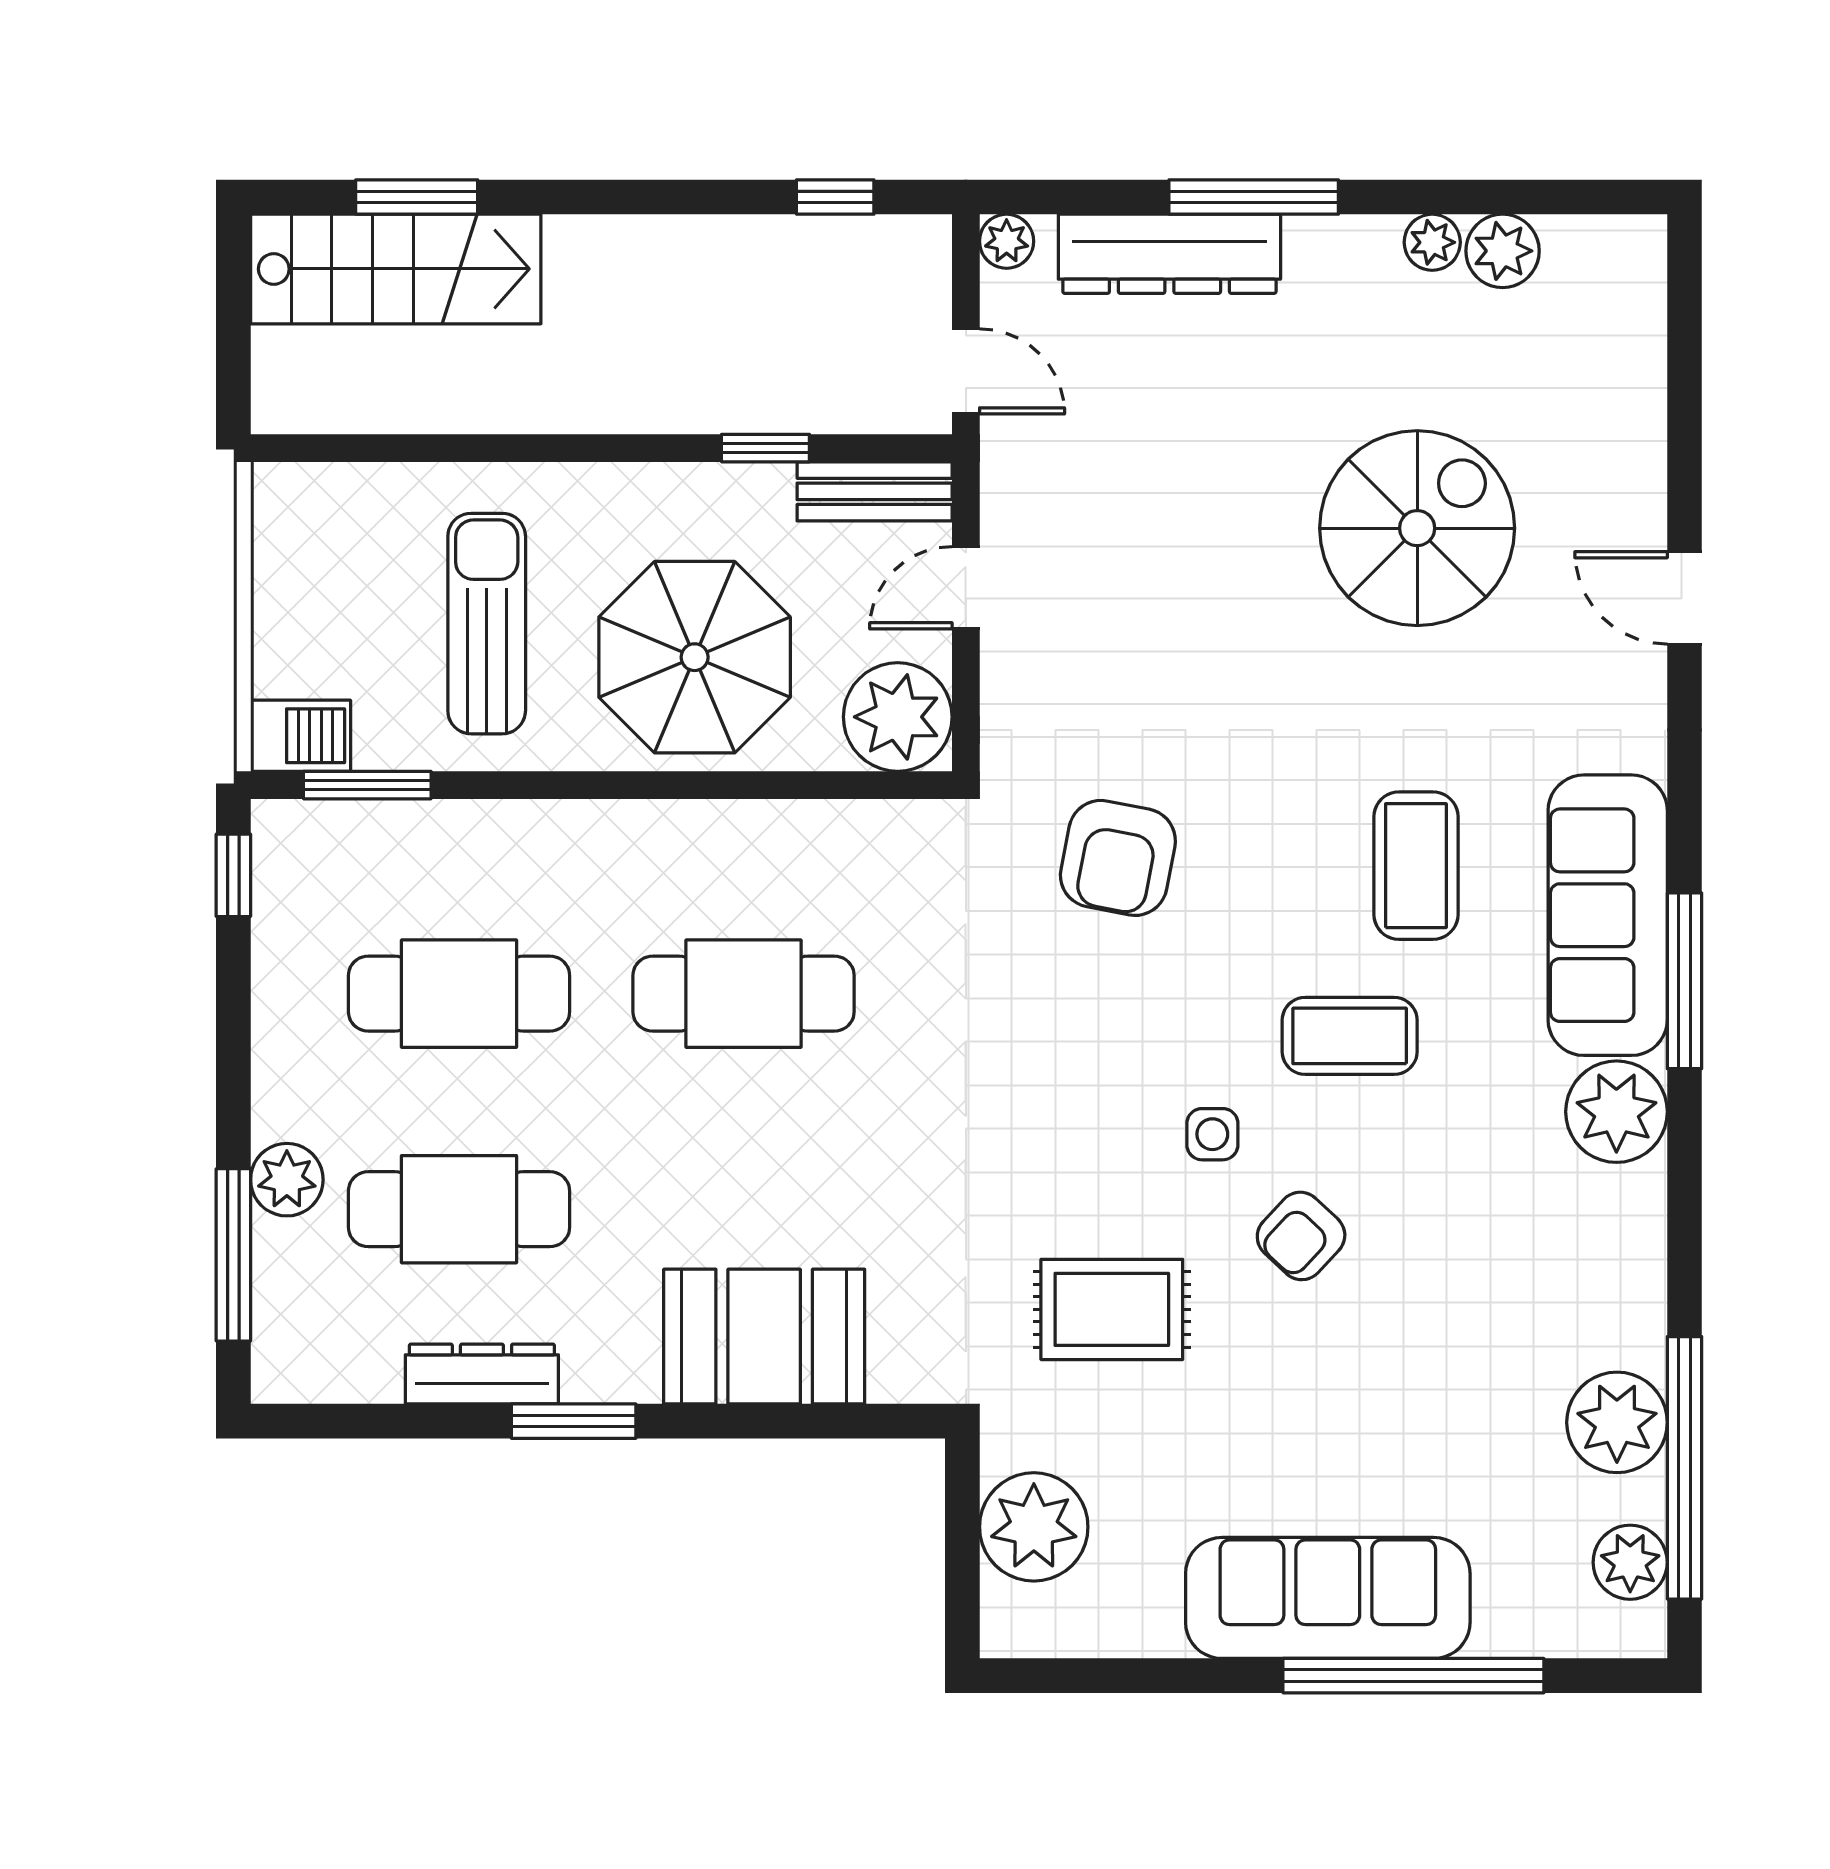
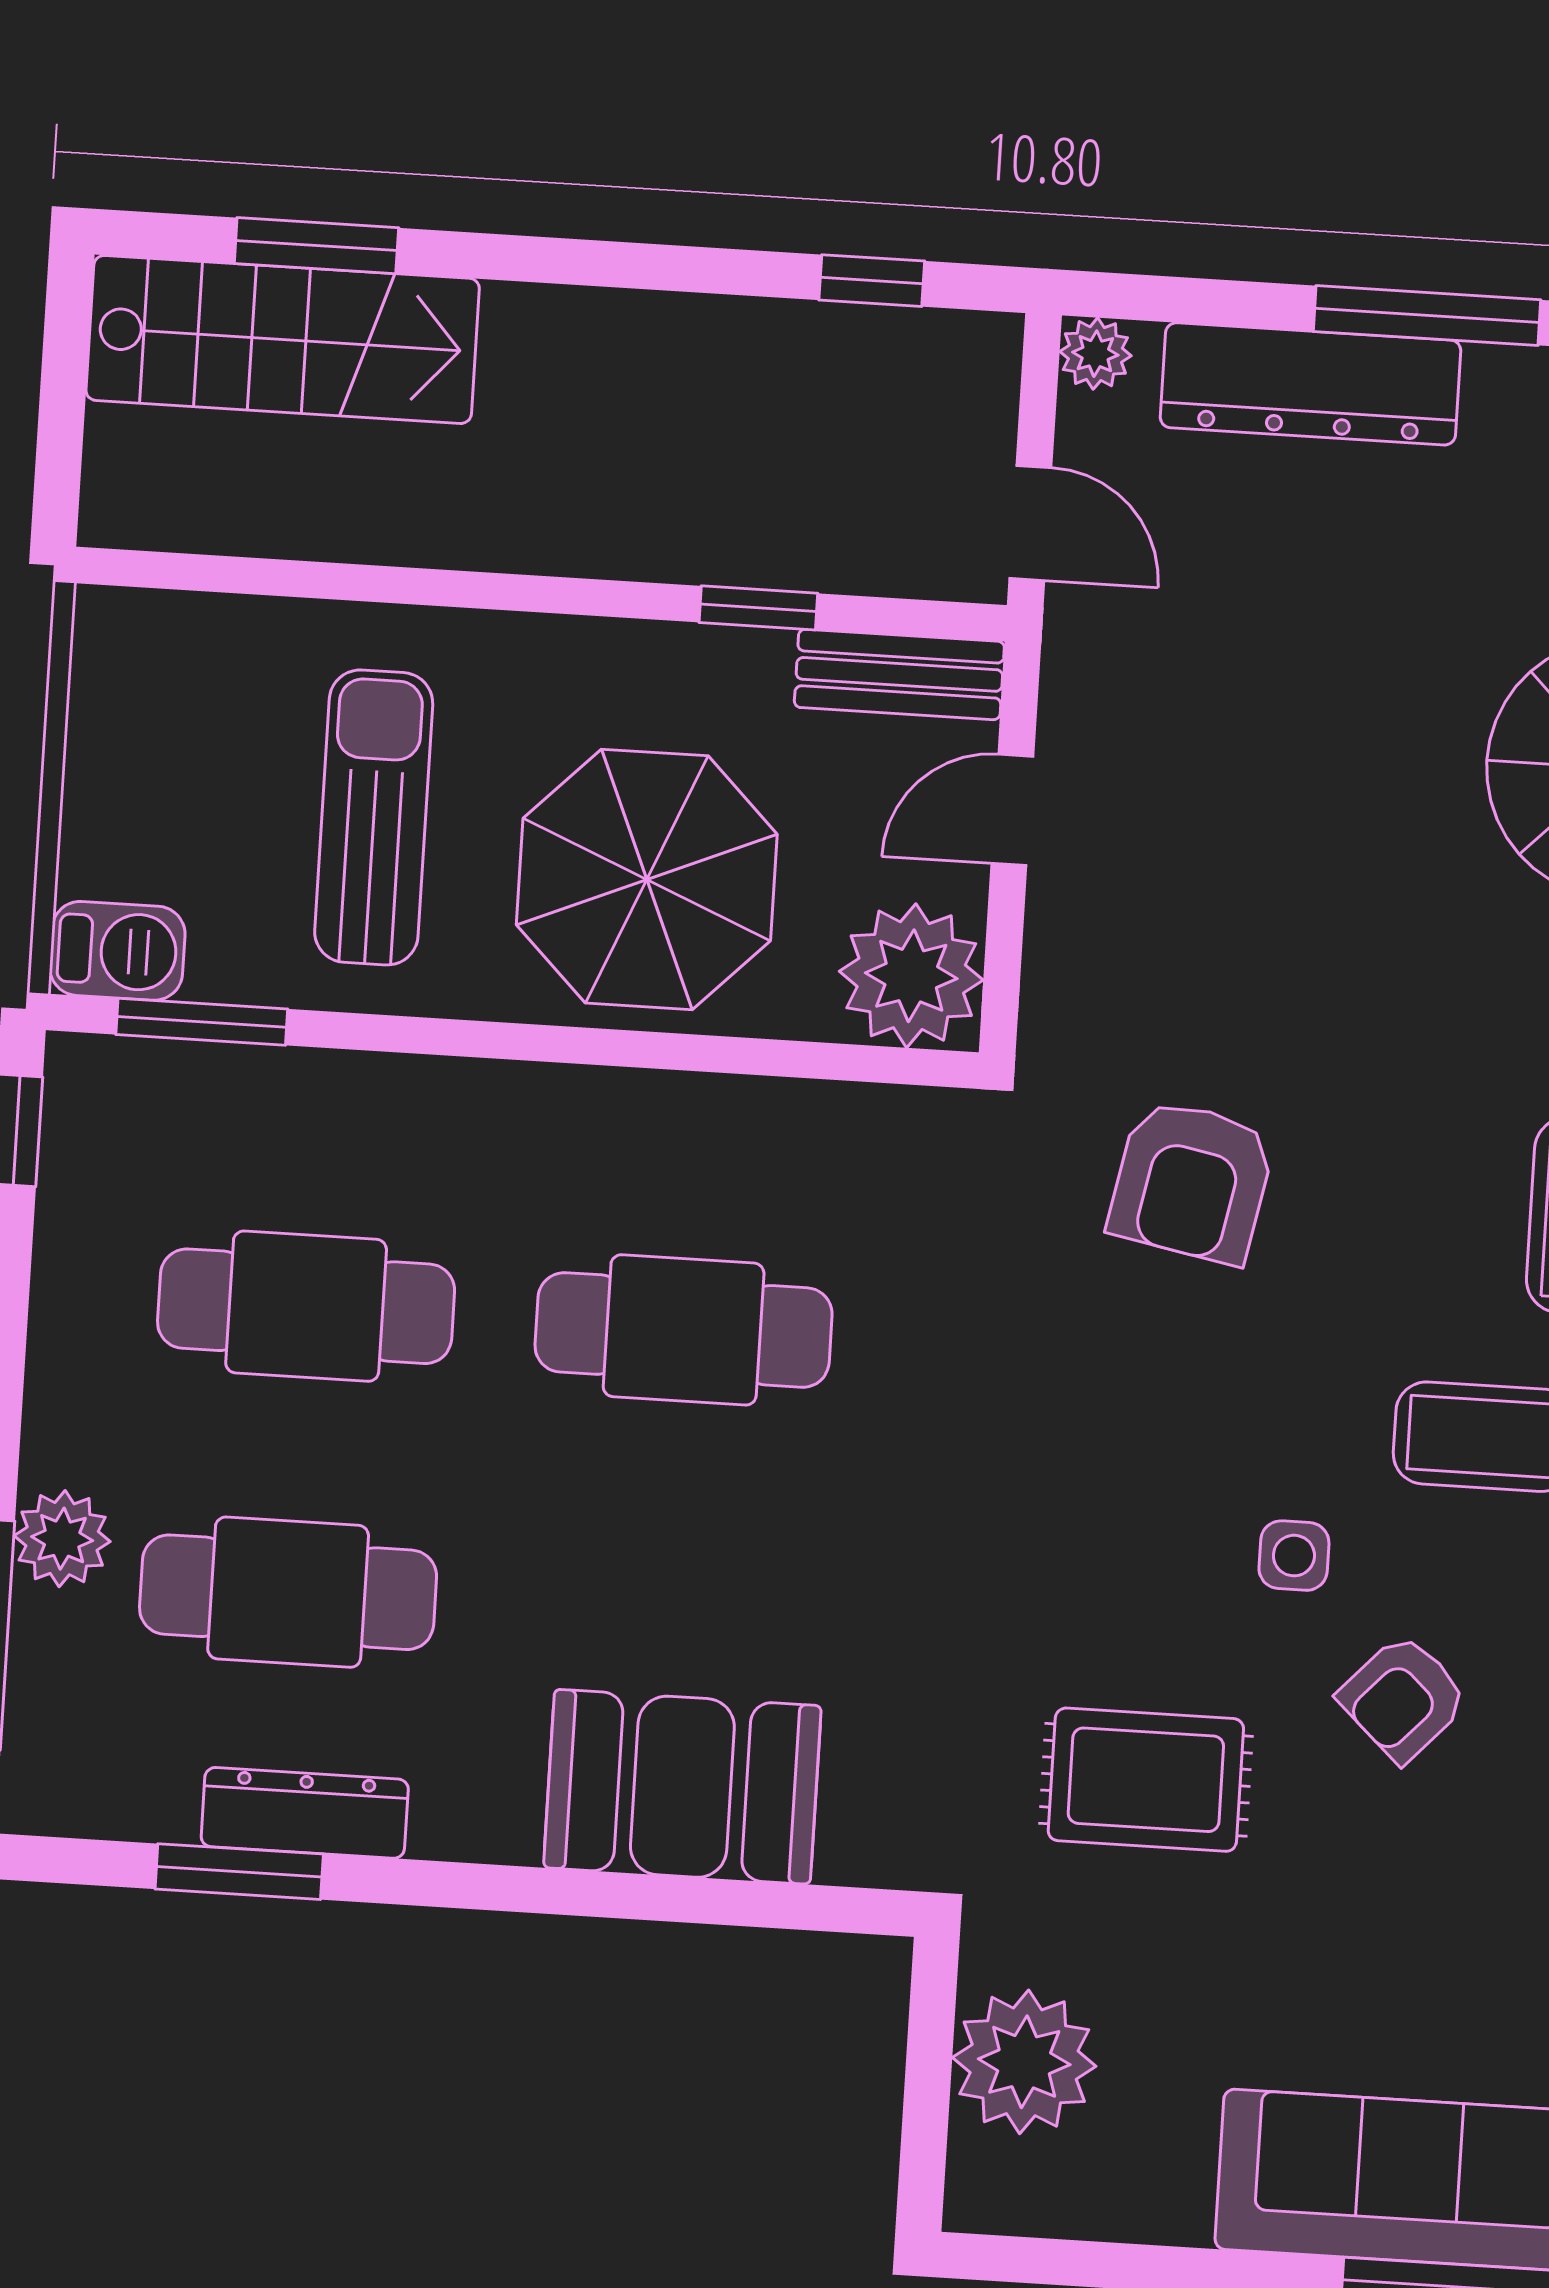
window: (574, 1421) -> (239, 1872), moved

